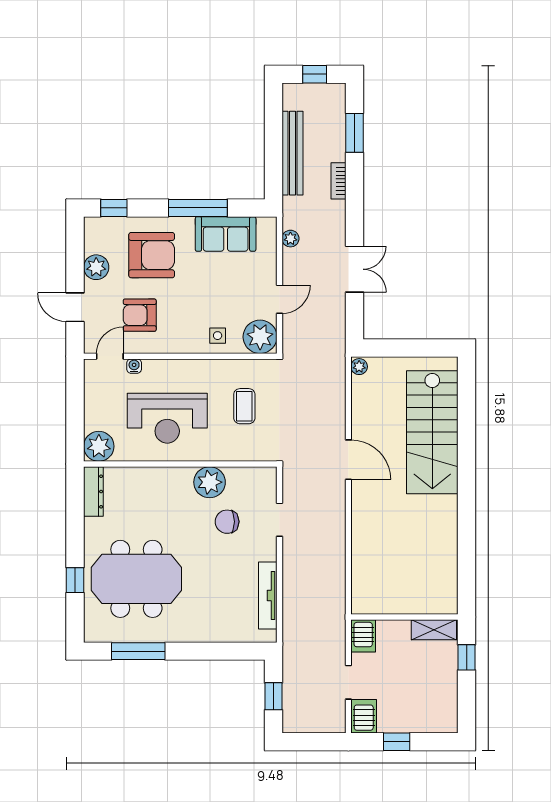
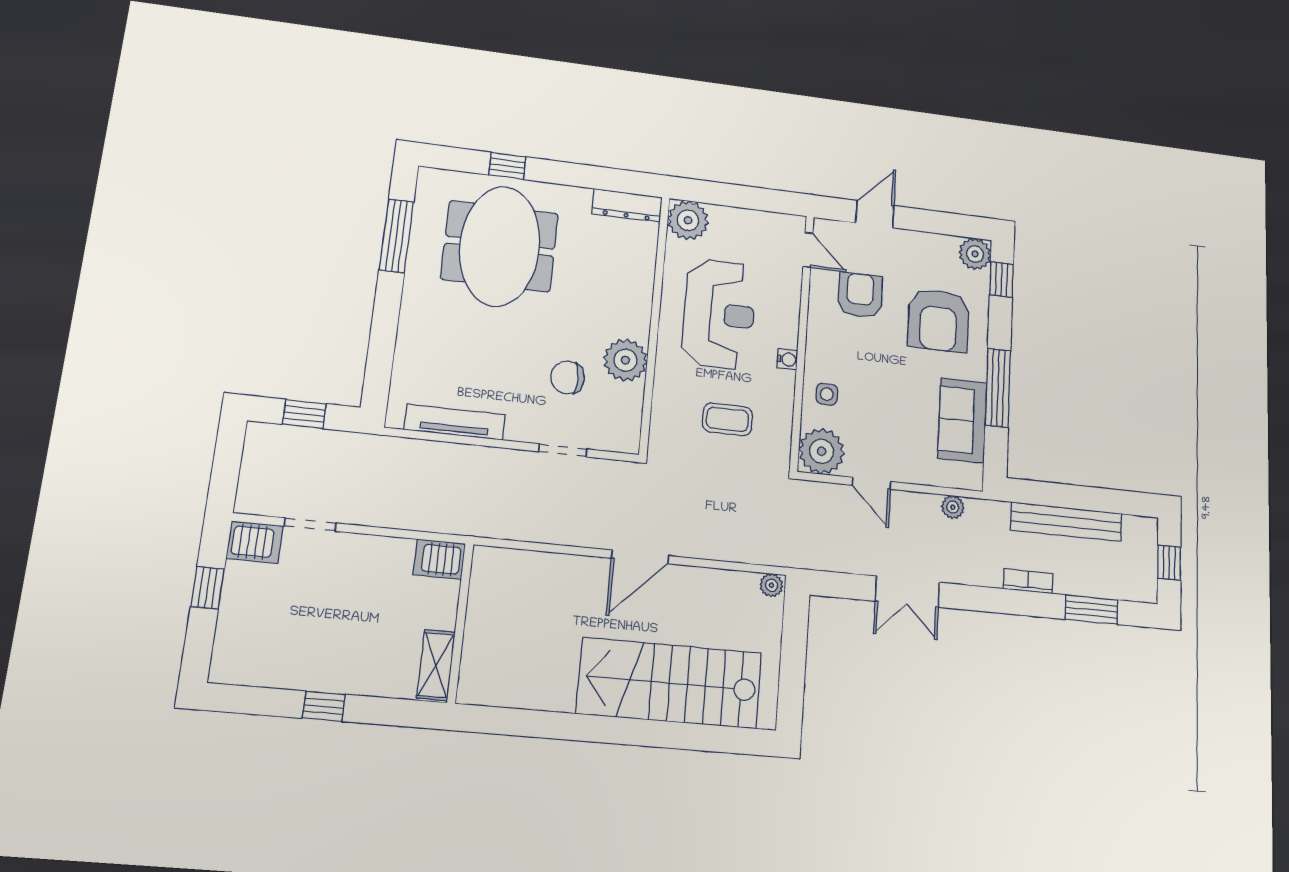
plant: (96, 267) -> (975, 254), moved
water cooler: (134, 366) -> (787, 359), moved
reception desk: (167, 418) -> (719, 314), turned 180
chair: (227, 522) -> (567, 378), turned -90
wall: (404, 617) -> (460, 623), moved
shelving: (434, 630) -> (436, 665), moved
server rack: (363, 636) -> (439, 559), moved

